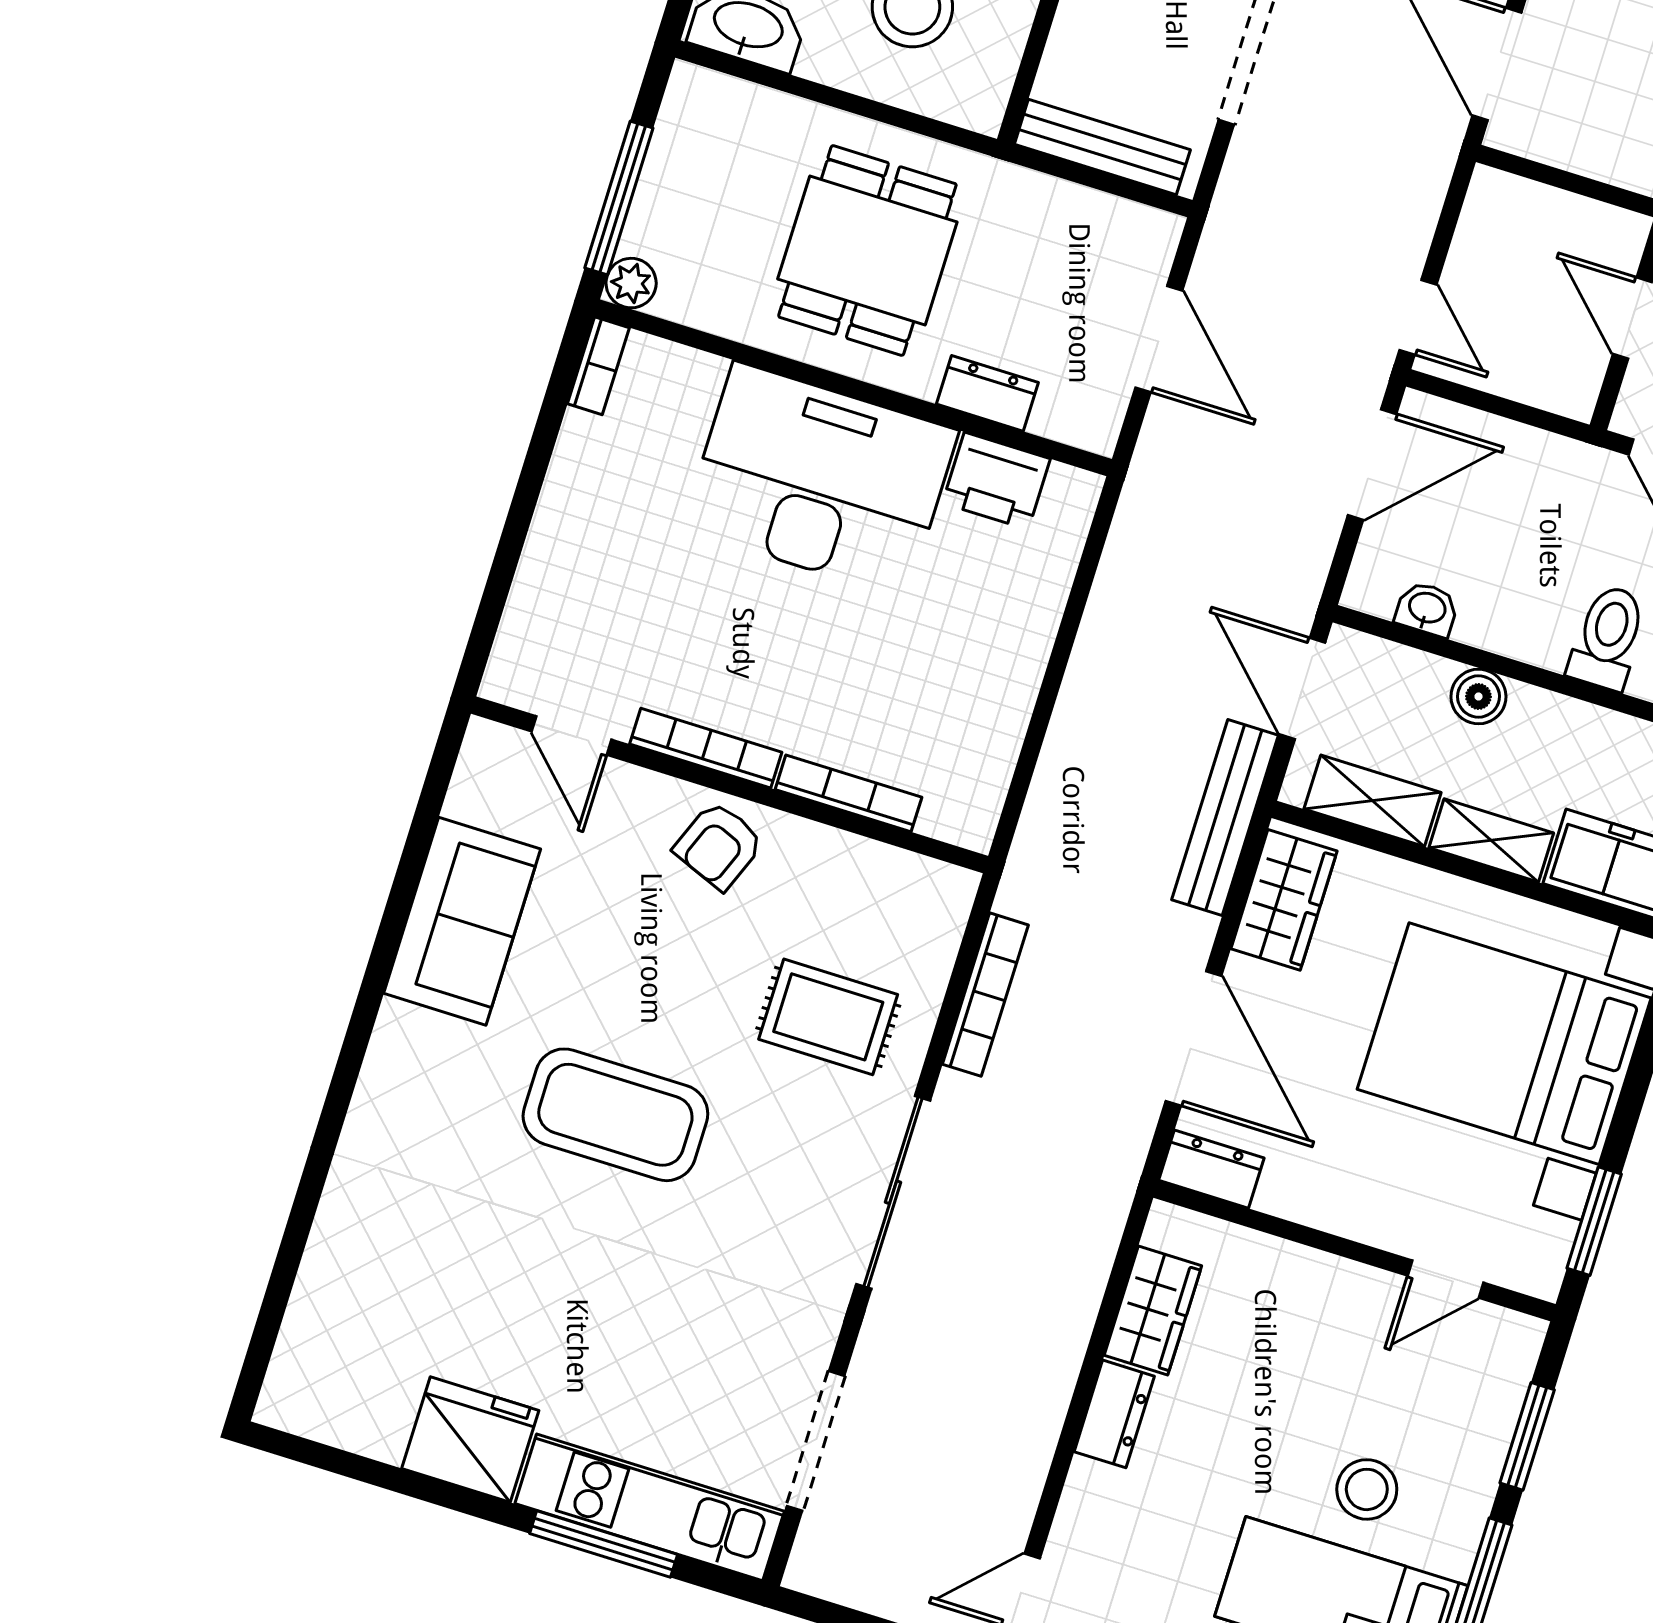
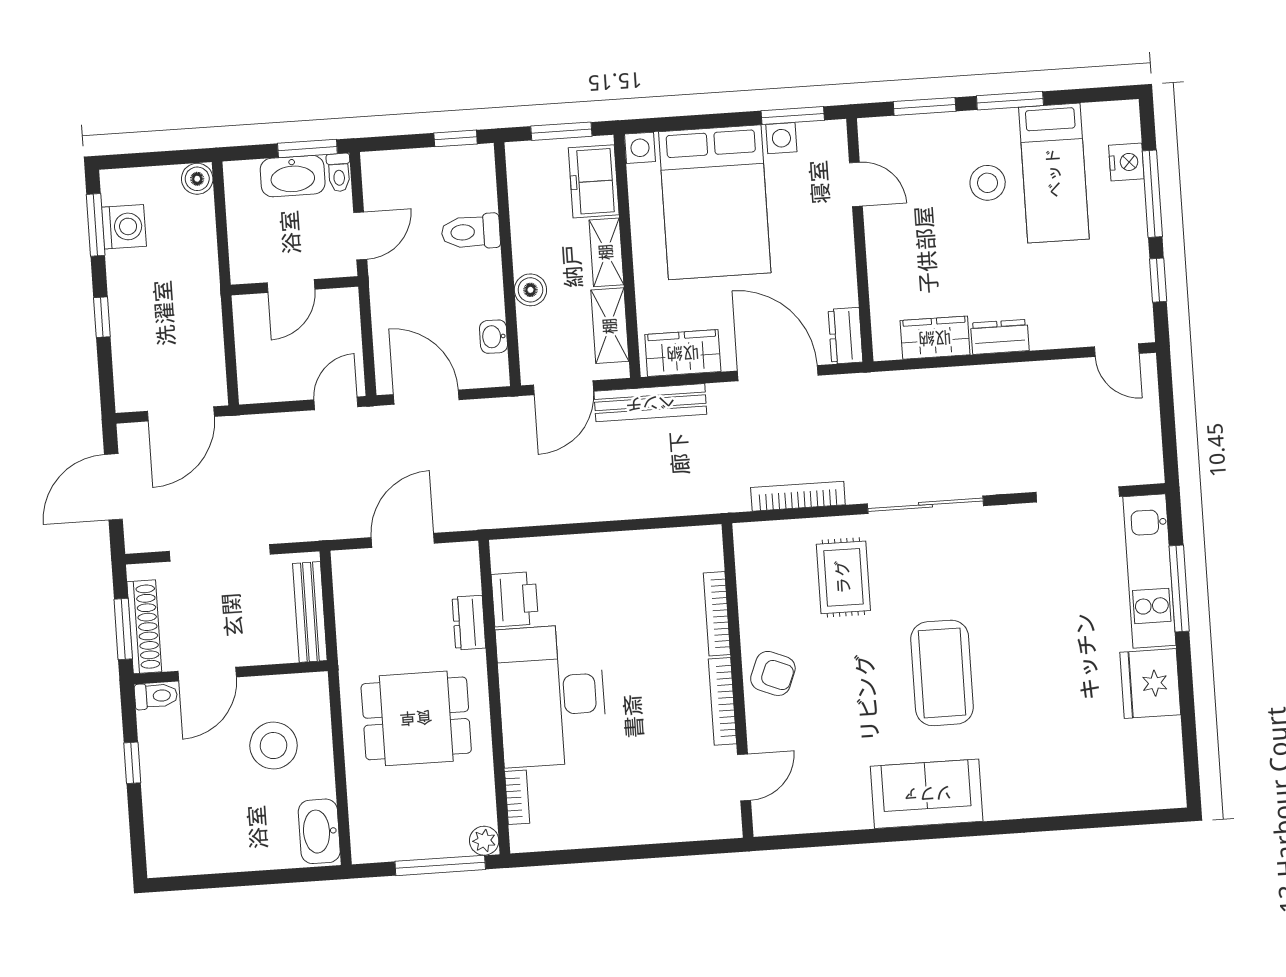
bookcase: (598, 366) -> (517, 797), moved, turned 90
sofa: (462, 921) -> (927, 794), moved
door: (1193, 1038) -> (778, 373), hinge flipped

